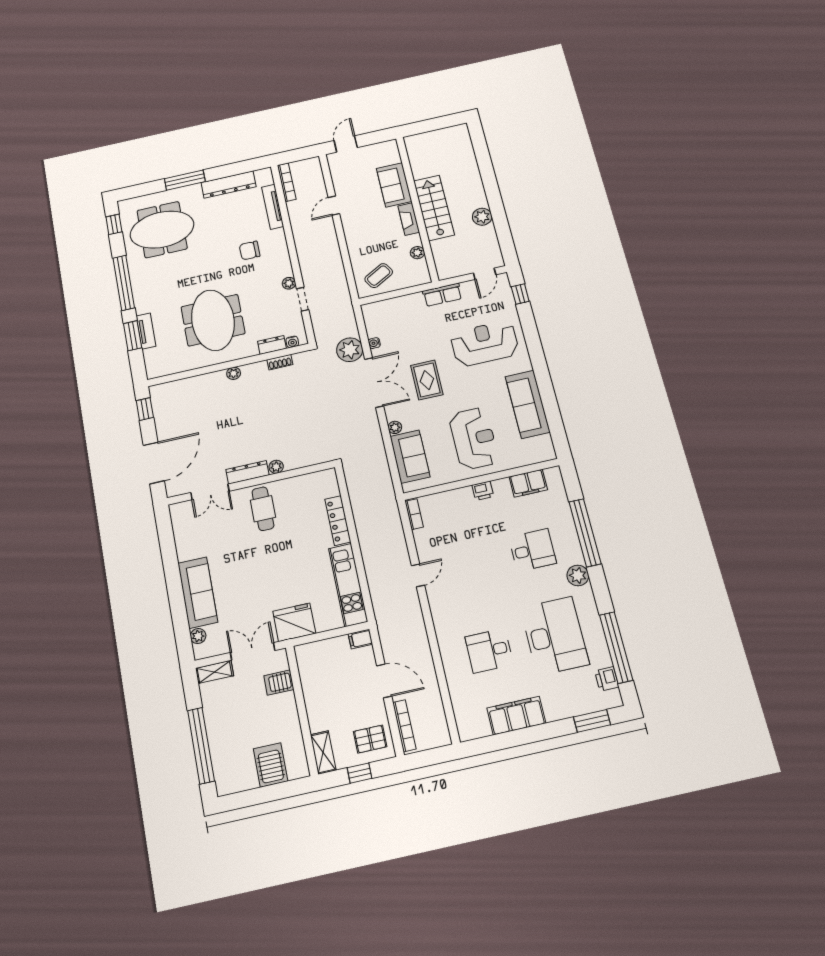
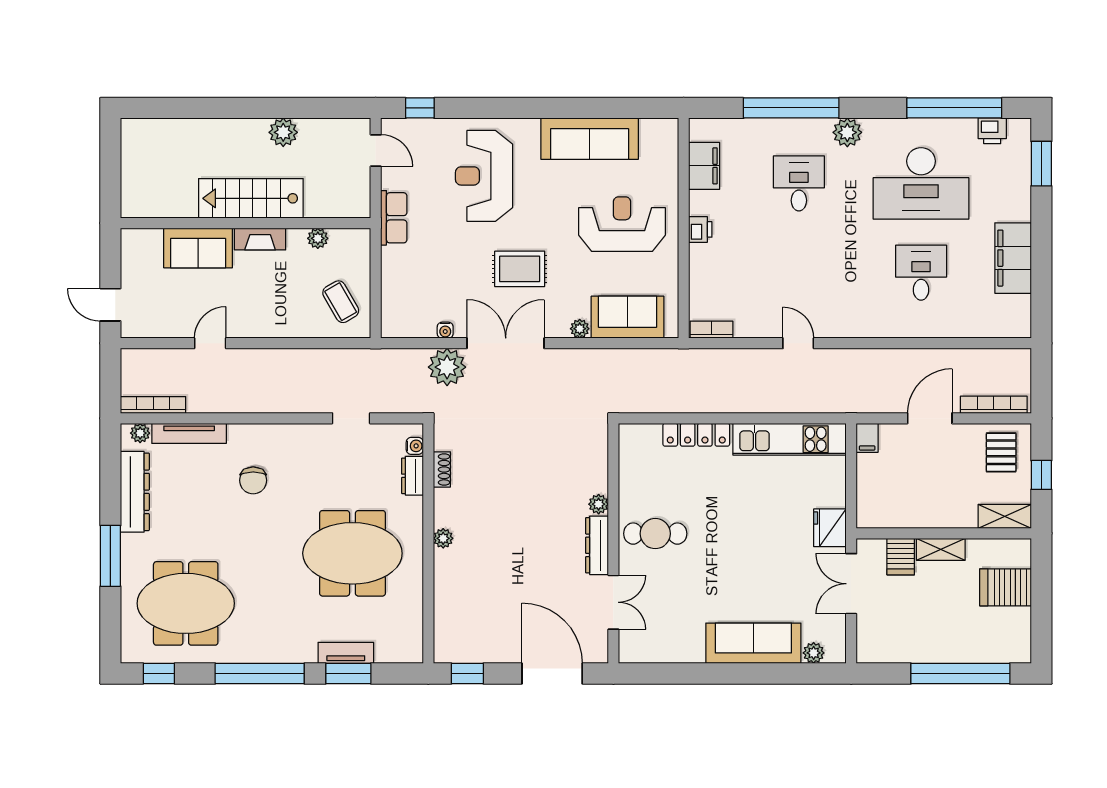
door: (334, 206) -> (210, 343), swing flipped
meeting table: (162, 230) -> (186, 603), turned 90
plant: (289, 283) -> (140, 433), moved
fridge: (294, 622) -> (830, 528), width x0.73, depth x0.75
desk: (555, 636) -> (921, 183), turned 180
desk: (489, 651) -> (921, 273), turned 180
shelving: (215, 672) -> (941, 549), moved, turned 90

